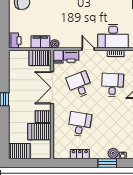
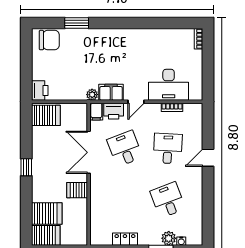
filing cabinet: (40, 42) -> (111, 92), moved
door: (88, 49) -> (136, 102), swing flipped
server rack: (40, 58) -> (46, 115), moved, turned 180
desk: (80, 124) -> (168, 200), moved, turned -30
server rack: (39, 132) -> (47, 214), moved, turned 180

